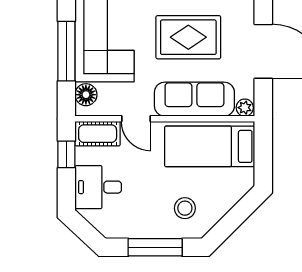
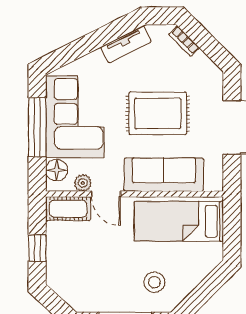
plant: (245, 108) -> (83, 183), moved
window: (66, 154) -> (37, 248), moved
desk: (98, 187) -> (69, 261), removed

